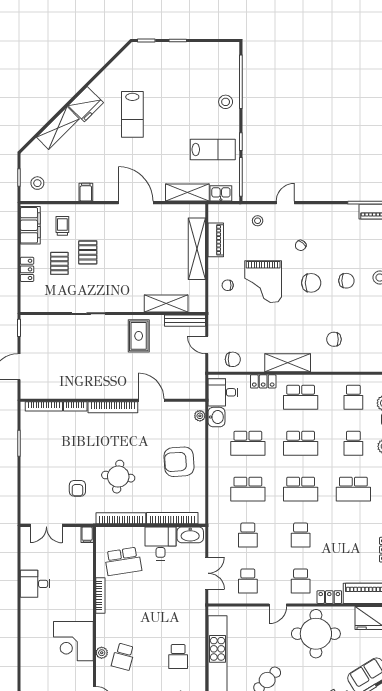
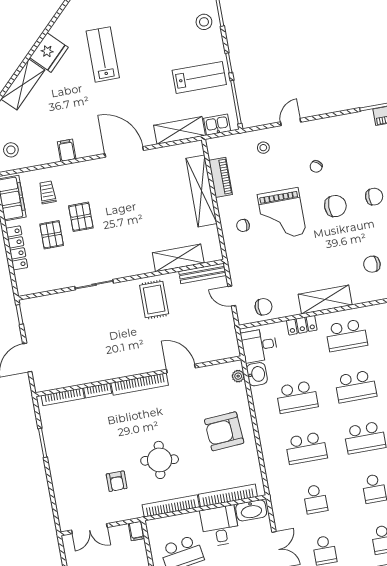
lab bench: (132, 114) -> (103, 54), turned 180
locker: (27, 269) -> (17, 248), width x1.53

